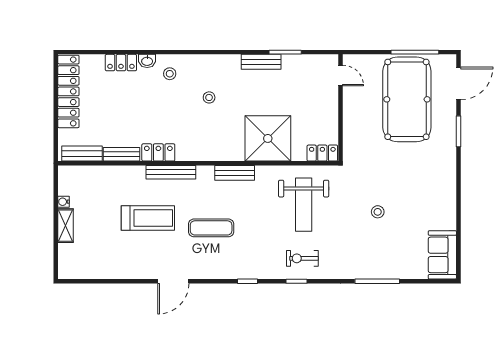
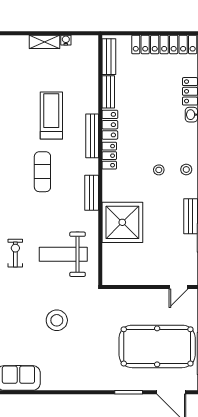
stool: (170, 74) -> (186, 169), moved
locker: (322, 153) -> (109, 156), moved
stool: (378, 212) -> (57, 320), width x1.89, depth x1.89
treadmill: (148, 218) -> (51, 115), turned 180

